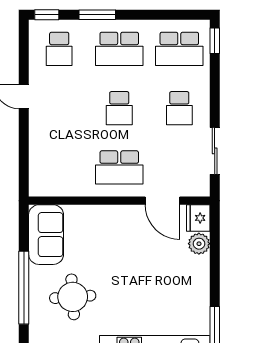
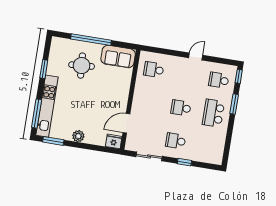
window: (215, 41) -> (184, 162), moved
school desk: (179, 49) -> (208, 146), removed
school desk: (119, 167) -> (154, 70), moved, width x0.54
plant: (199, 244) -> (78, 136), moved

